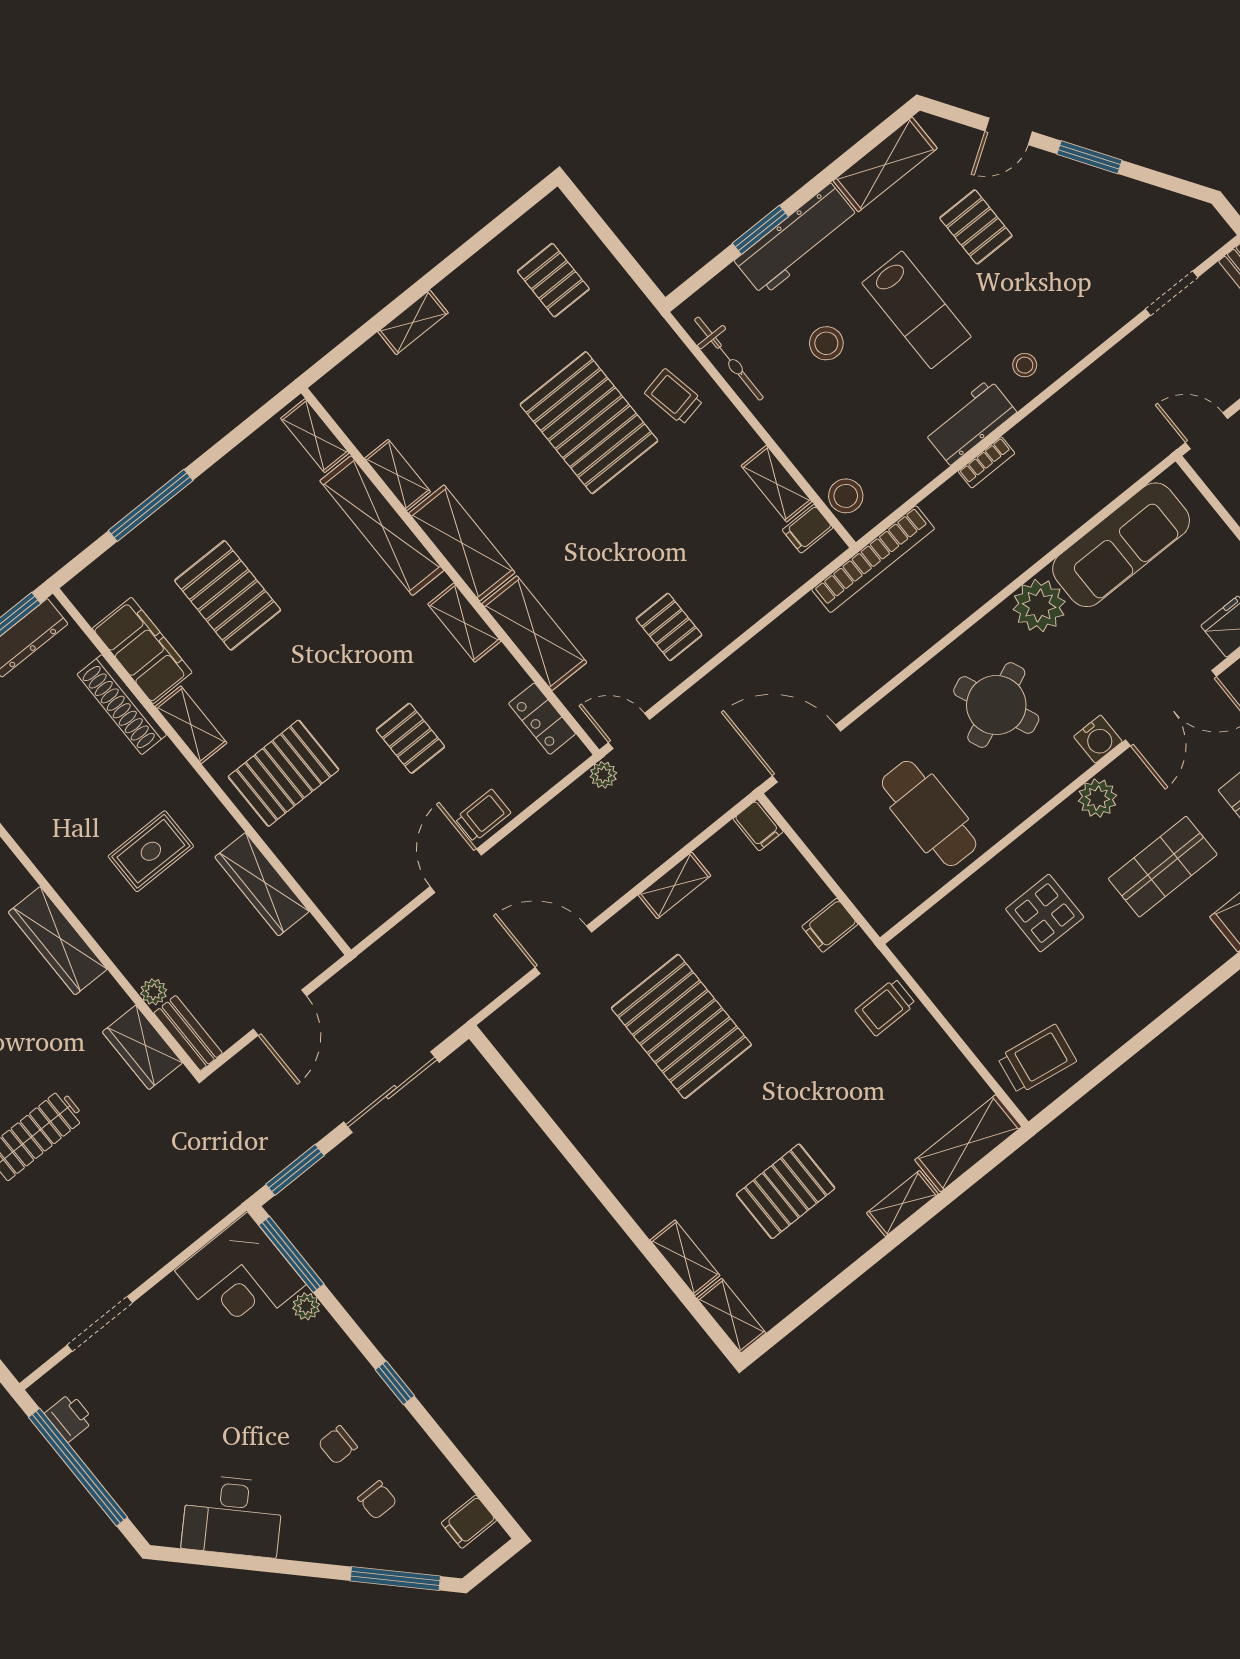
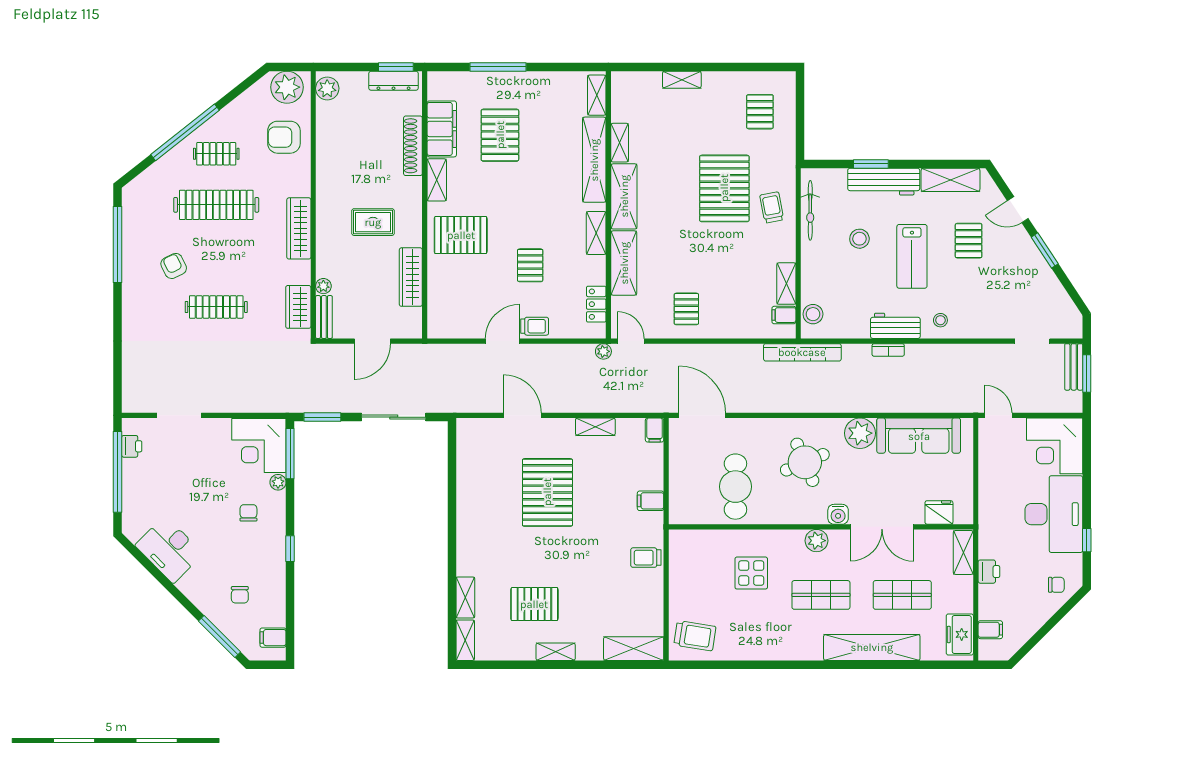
shelving: (902, 1203) -> (556, 652), moved
chair: (338, 1445) -> (248, 513), moved, turned 90

